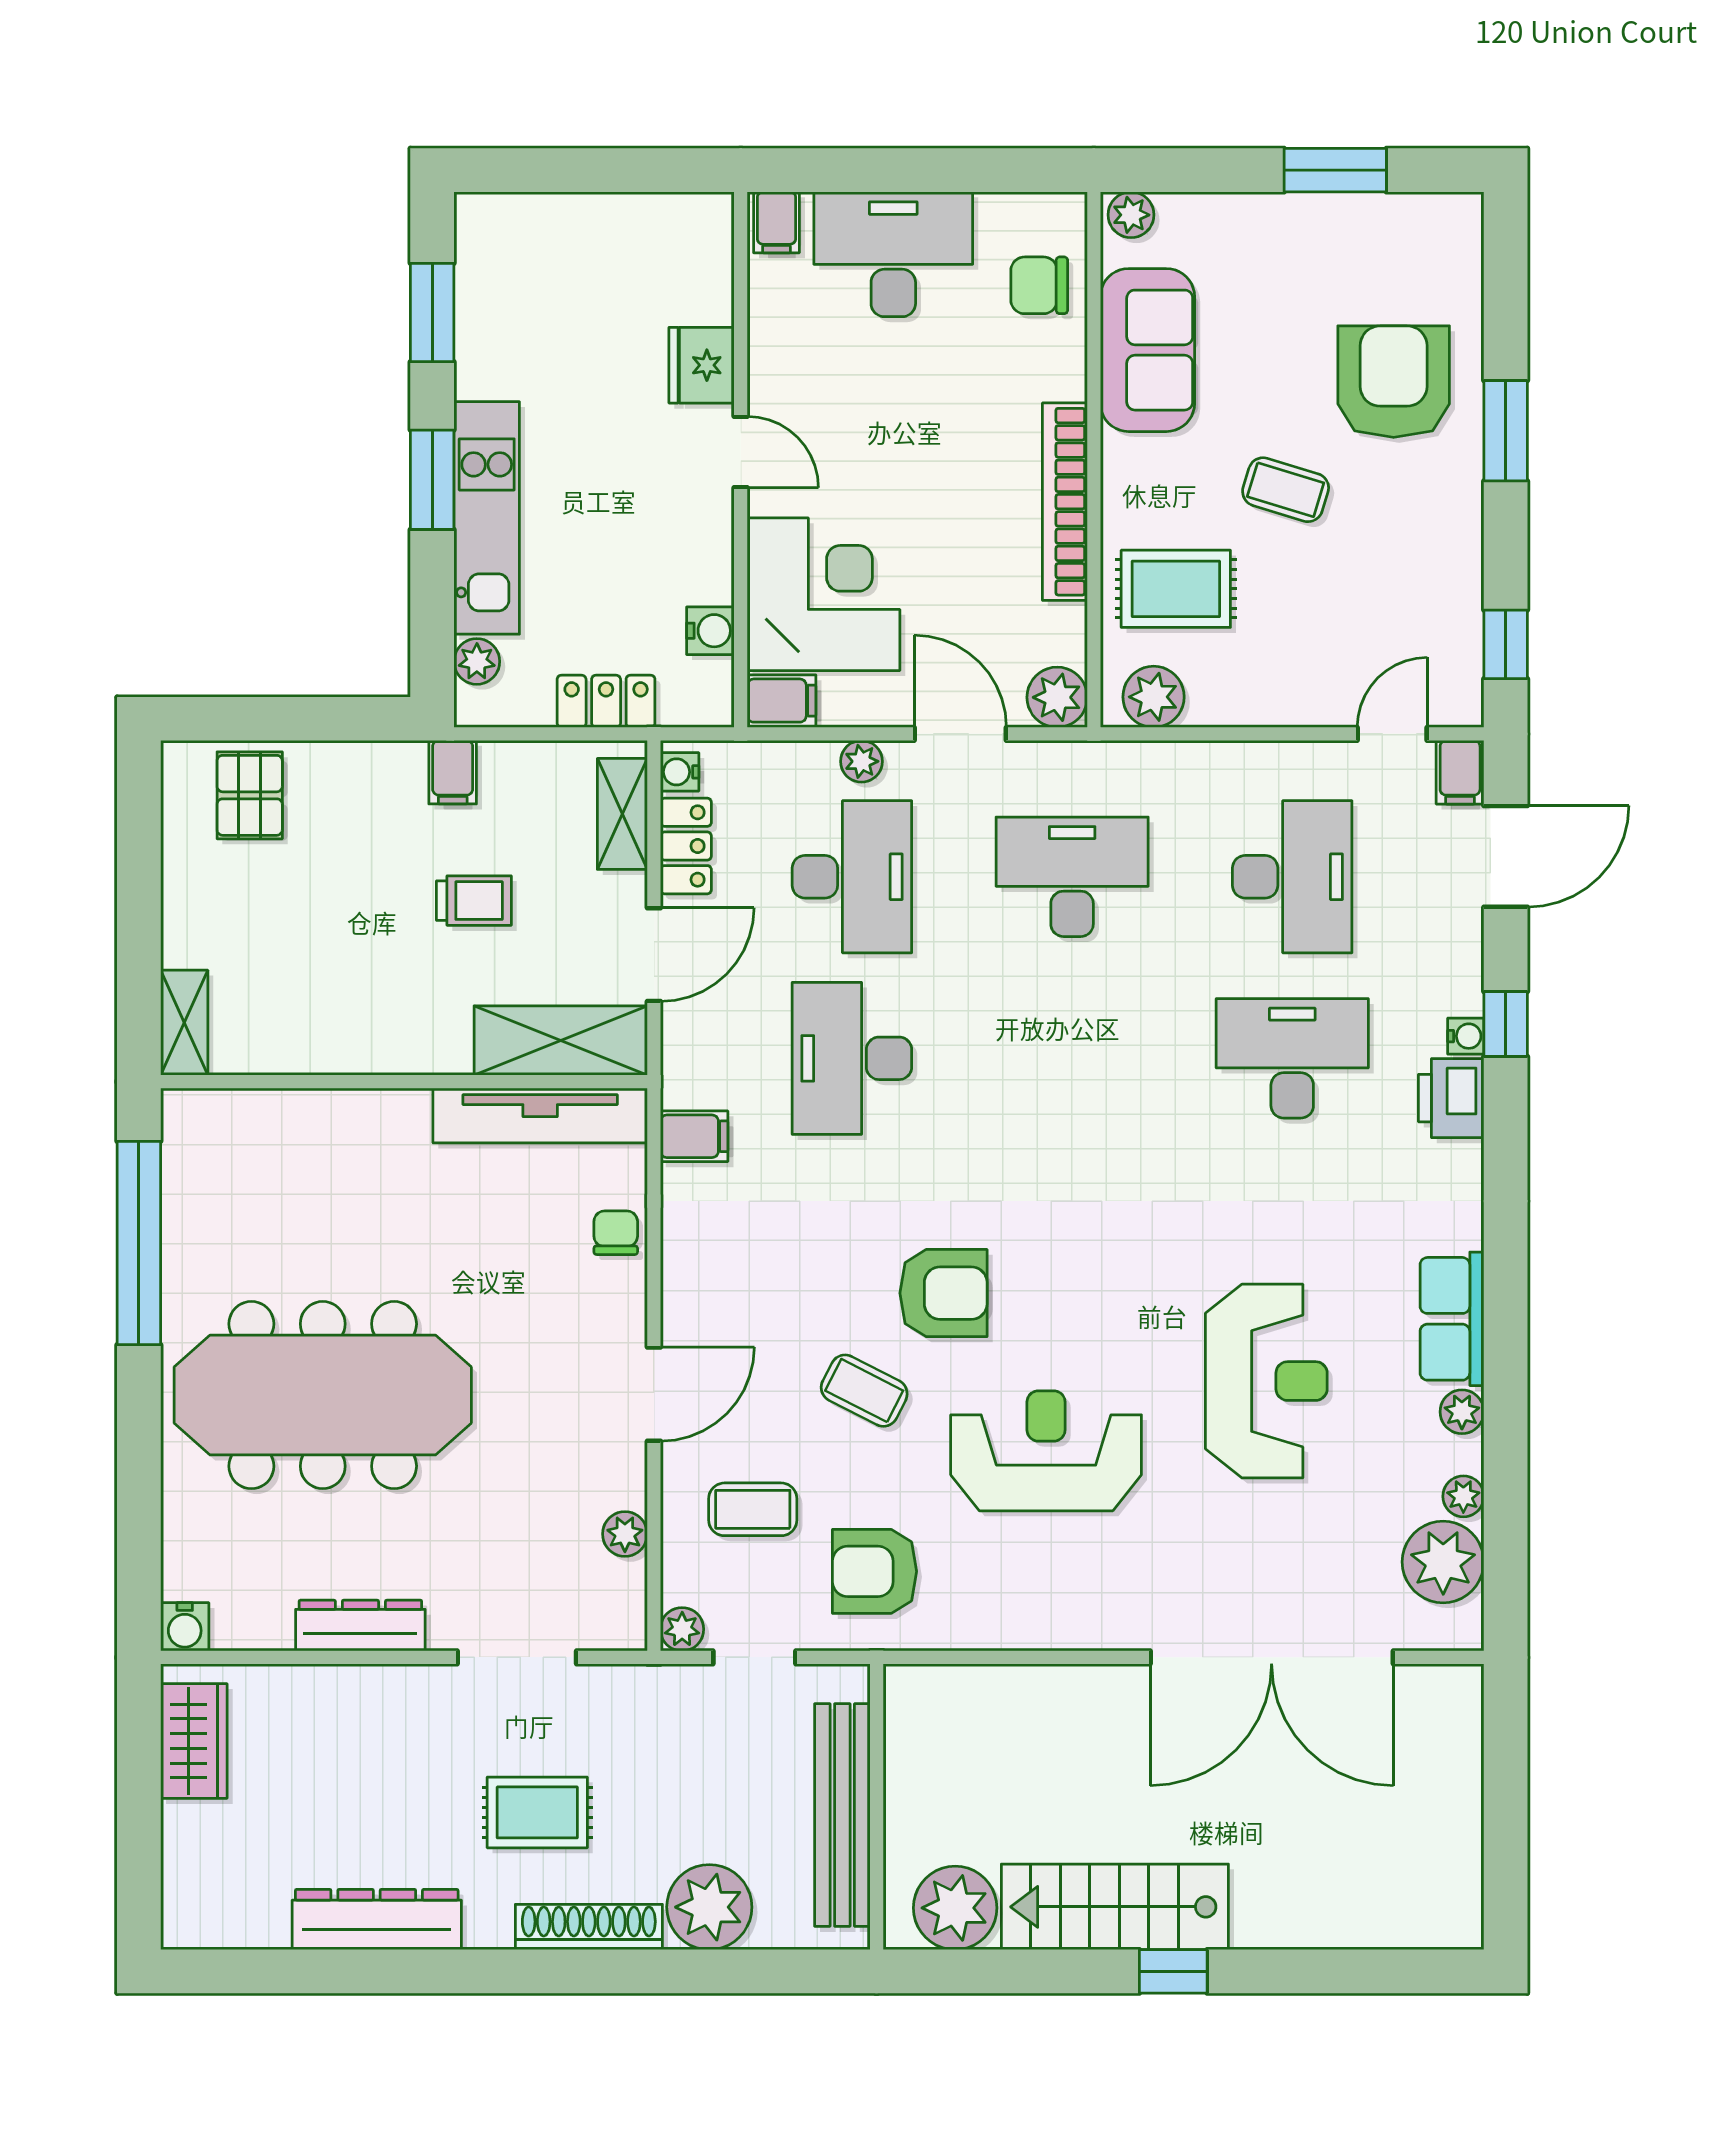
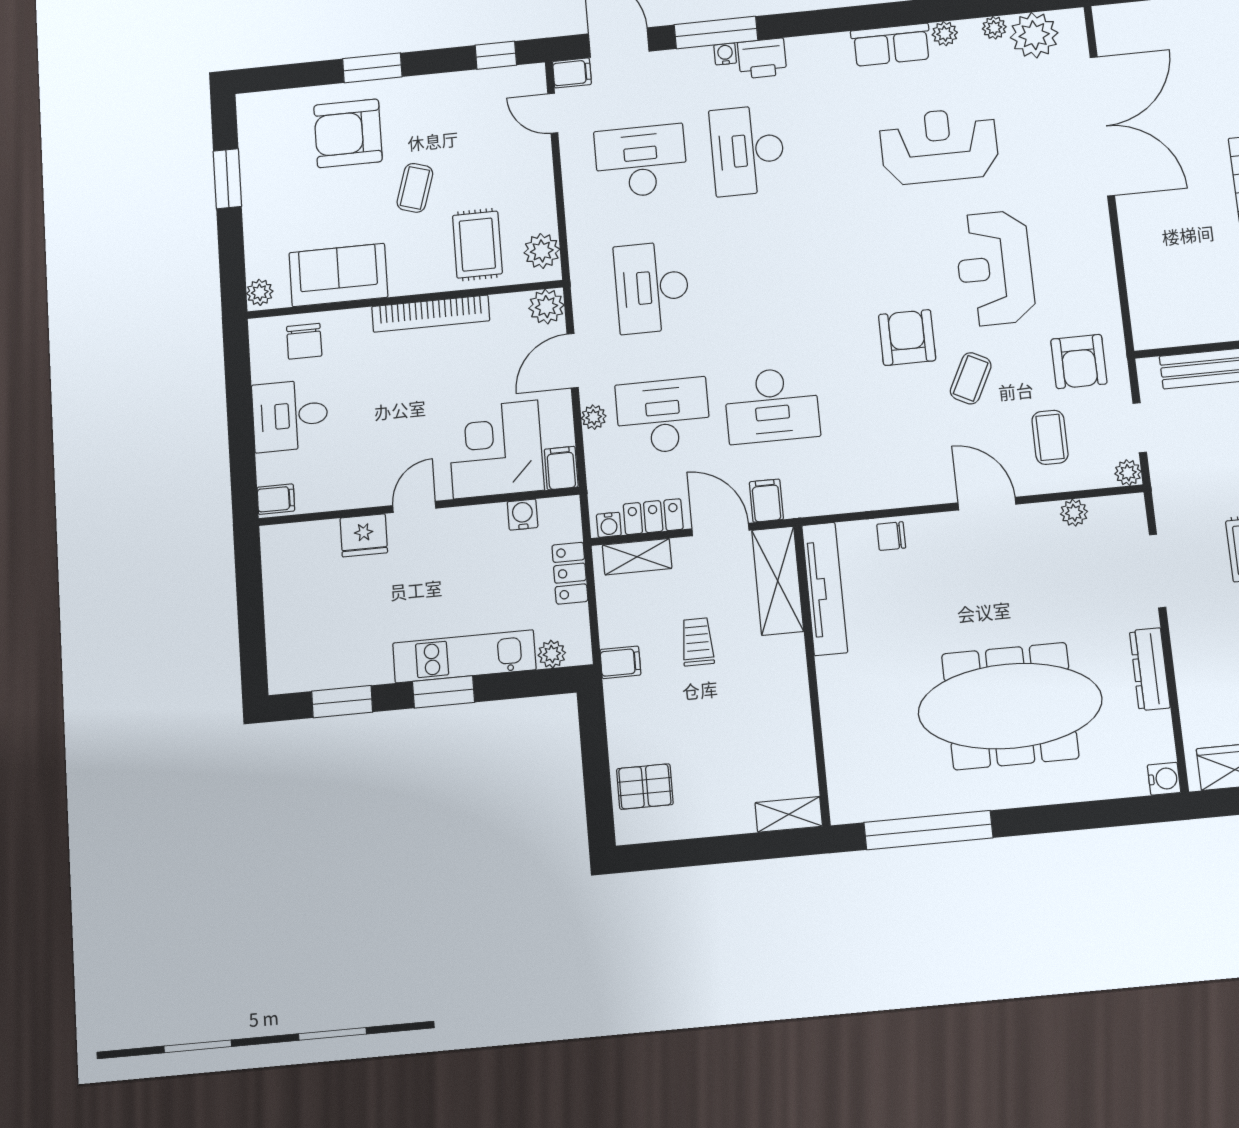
desk: (893, 254) -> (290, 416), width x0.73
window: (1506, 1024) -> (716, 33), width x2.17
filing cabinet: (694, 1136) -> (766, 501), moved
meeting table: (323, 1395) -> (1010, 706), turned 90

